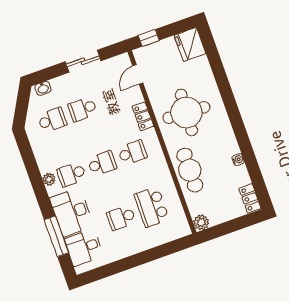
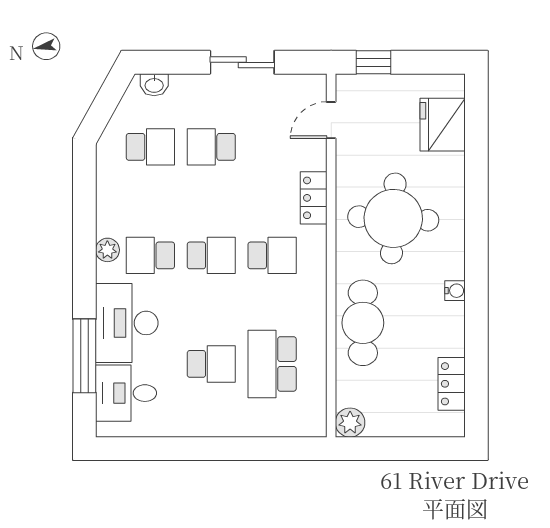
fridge: (190, 45) -> (443, 125), moved
water cooler: (238, 160) -> (455, 291), moved
locker: (250, 198) -> (452, 384), moved
school desk: (121, 218) -> (211, 364), turned 180

